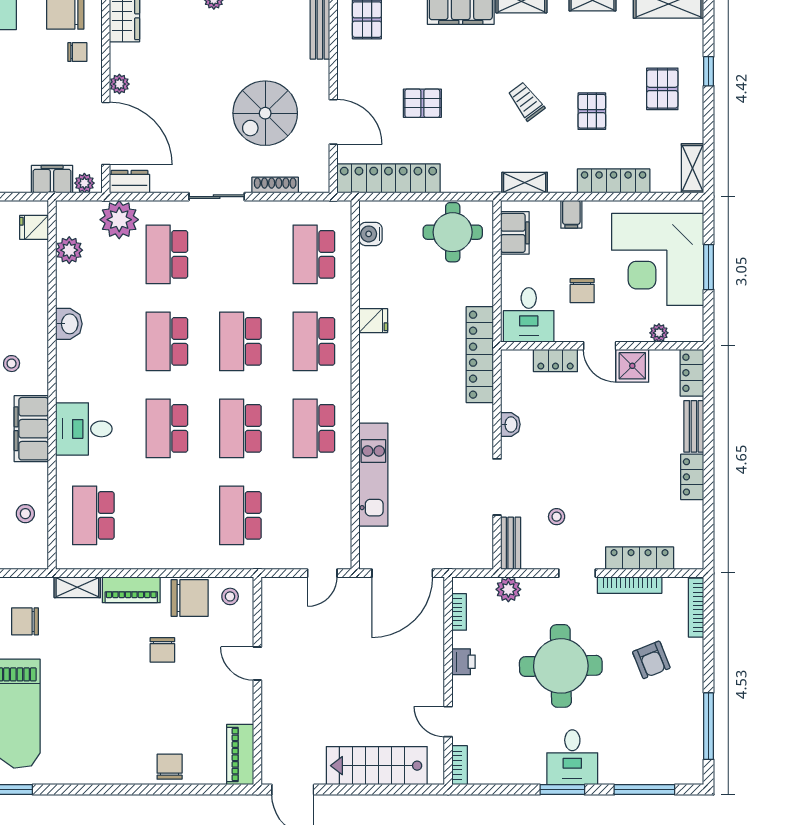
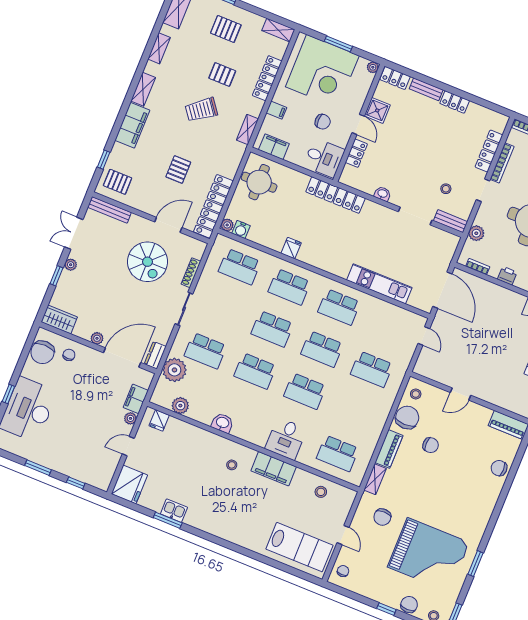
trolley: (526, 101) -> (201, 110), width x1.36, depth x1.39
plant: (84, 183) -> (130, 418), moved
plant: (369, 210) -> (227, 225), added
plant: (659, 333) -> (373, 67), moved
door: (600, 346) -> (358, 124), hinge flipped

